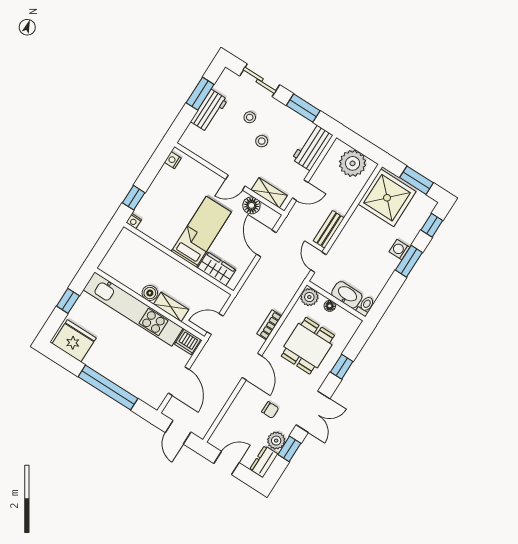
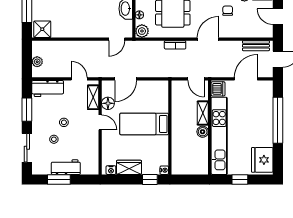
plant: (353, 163) -> (37, 62), width x0.53, depth x0.53
shower: (387, 198) -> (42, 29), width x0.54, depth x0.54
bench: (329, 229) -> (256, 46), moved
wardrobe: (217, 269) -> (129, 167), moved, turned 90

